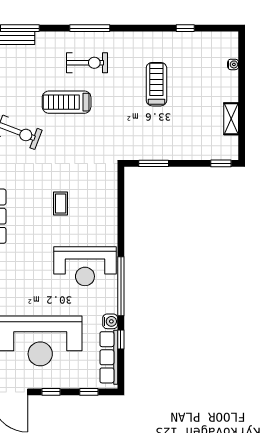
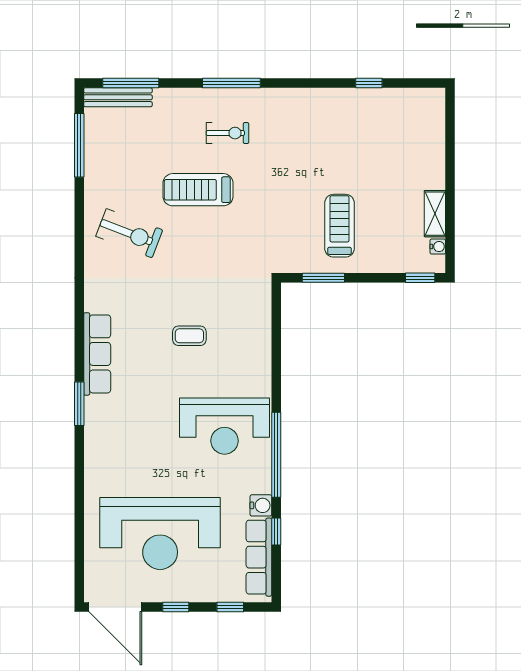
exercise bike: (87, 63) -> (227, 133), width x0.73, depth x0.72
water cooler: (233, 64) -> (438, 247), moved
treadmill: (156, 84) -> (340, 226), moved
coffee table: (61, 204) -> (189, 336), turned 90

